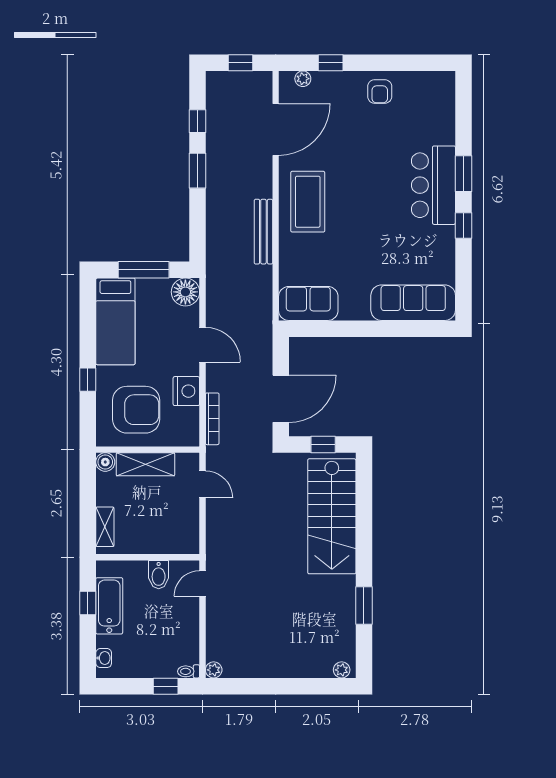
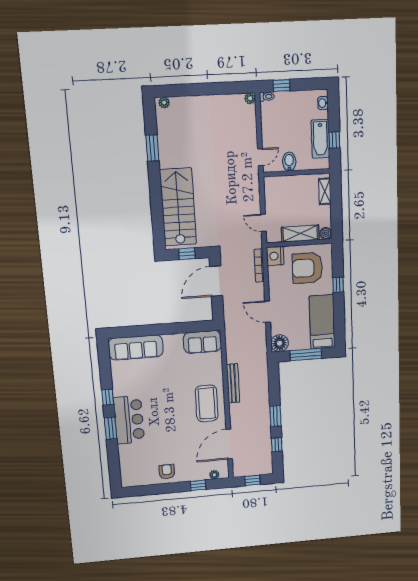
nightstand: (186, 391) -> (275, 256), moved

